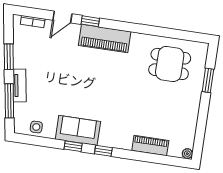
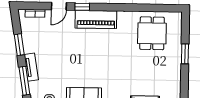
dining table: (170, 64) -> (152, 33), turned 90
window: (208, 80) -> (185, 54), moved

